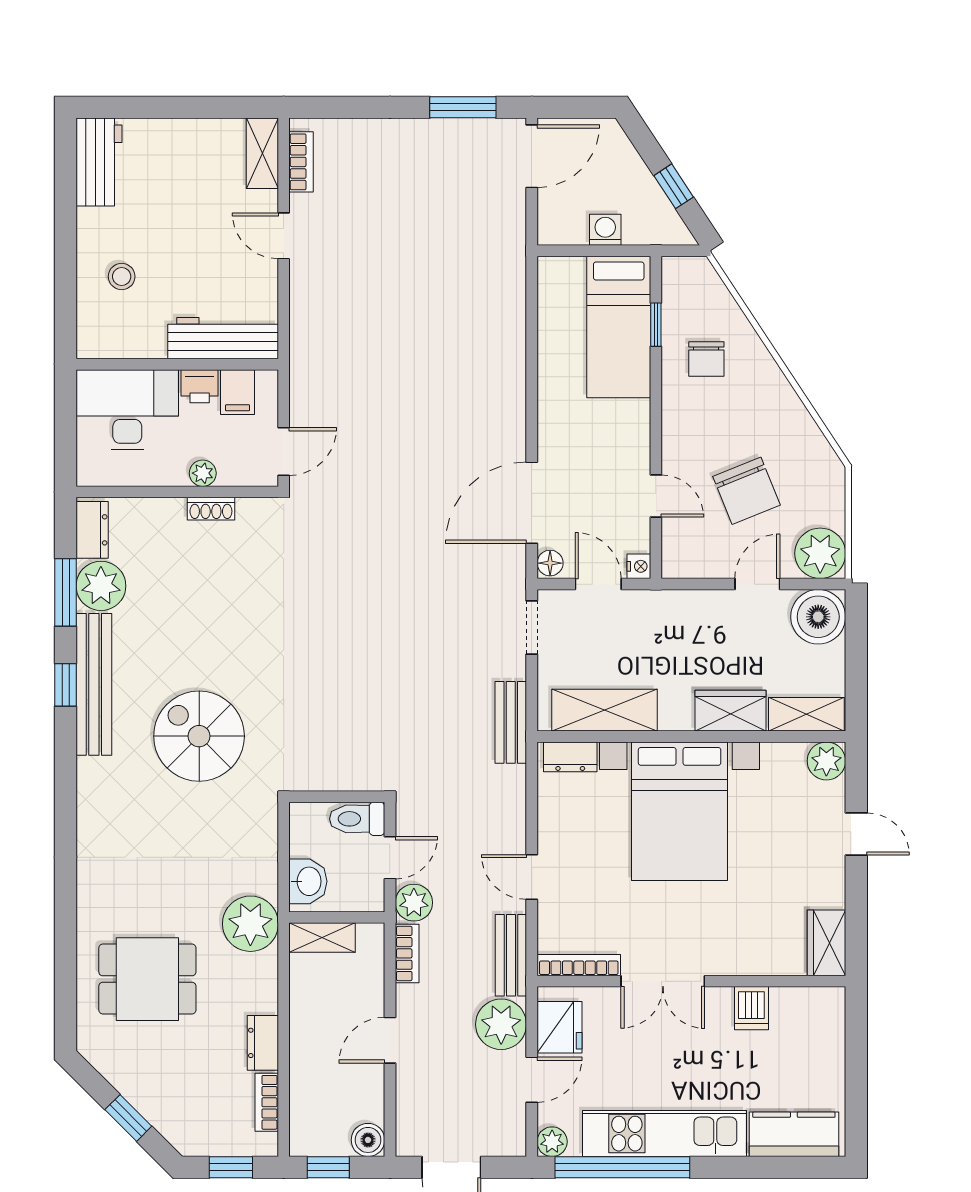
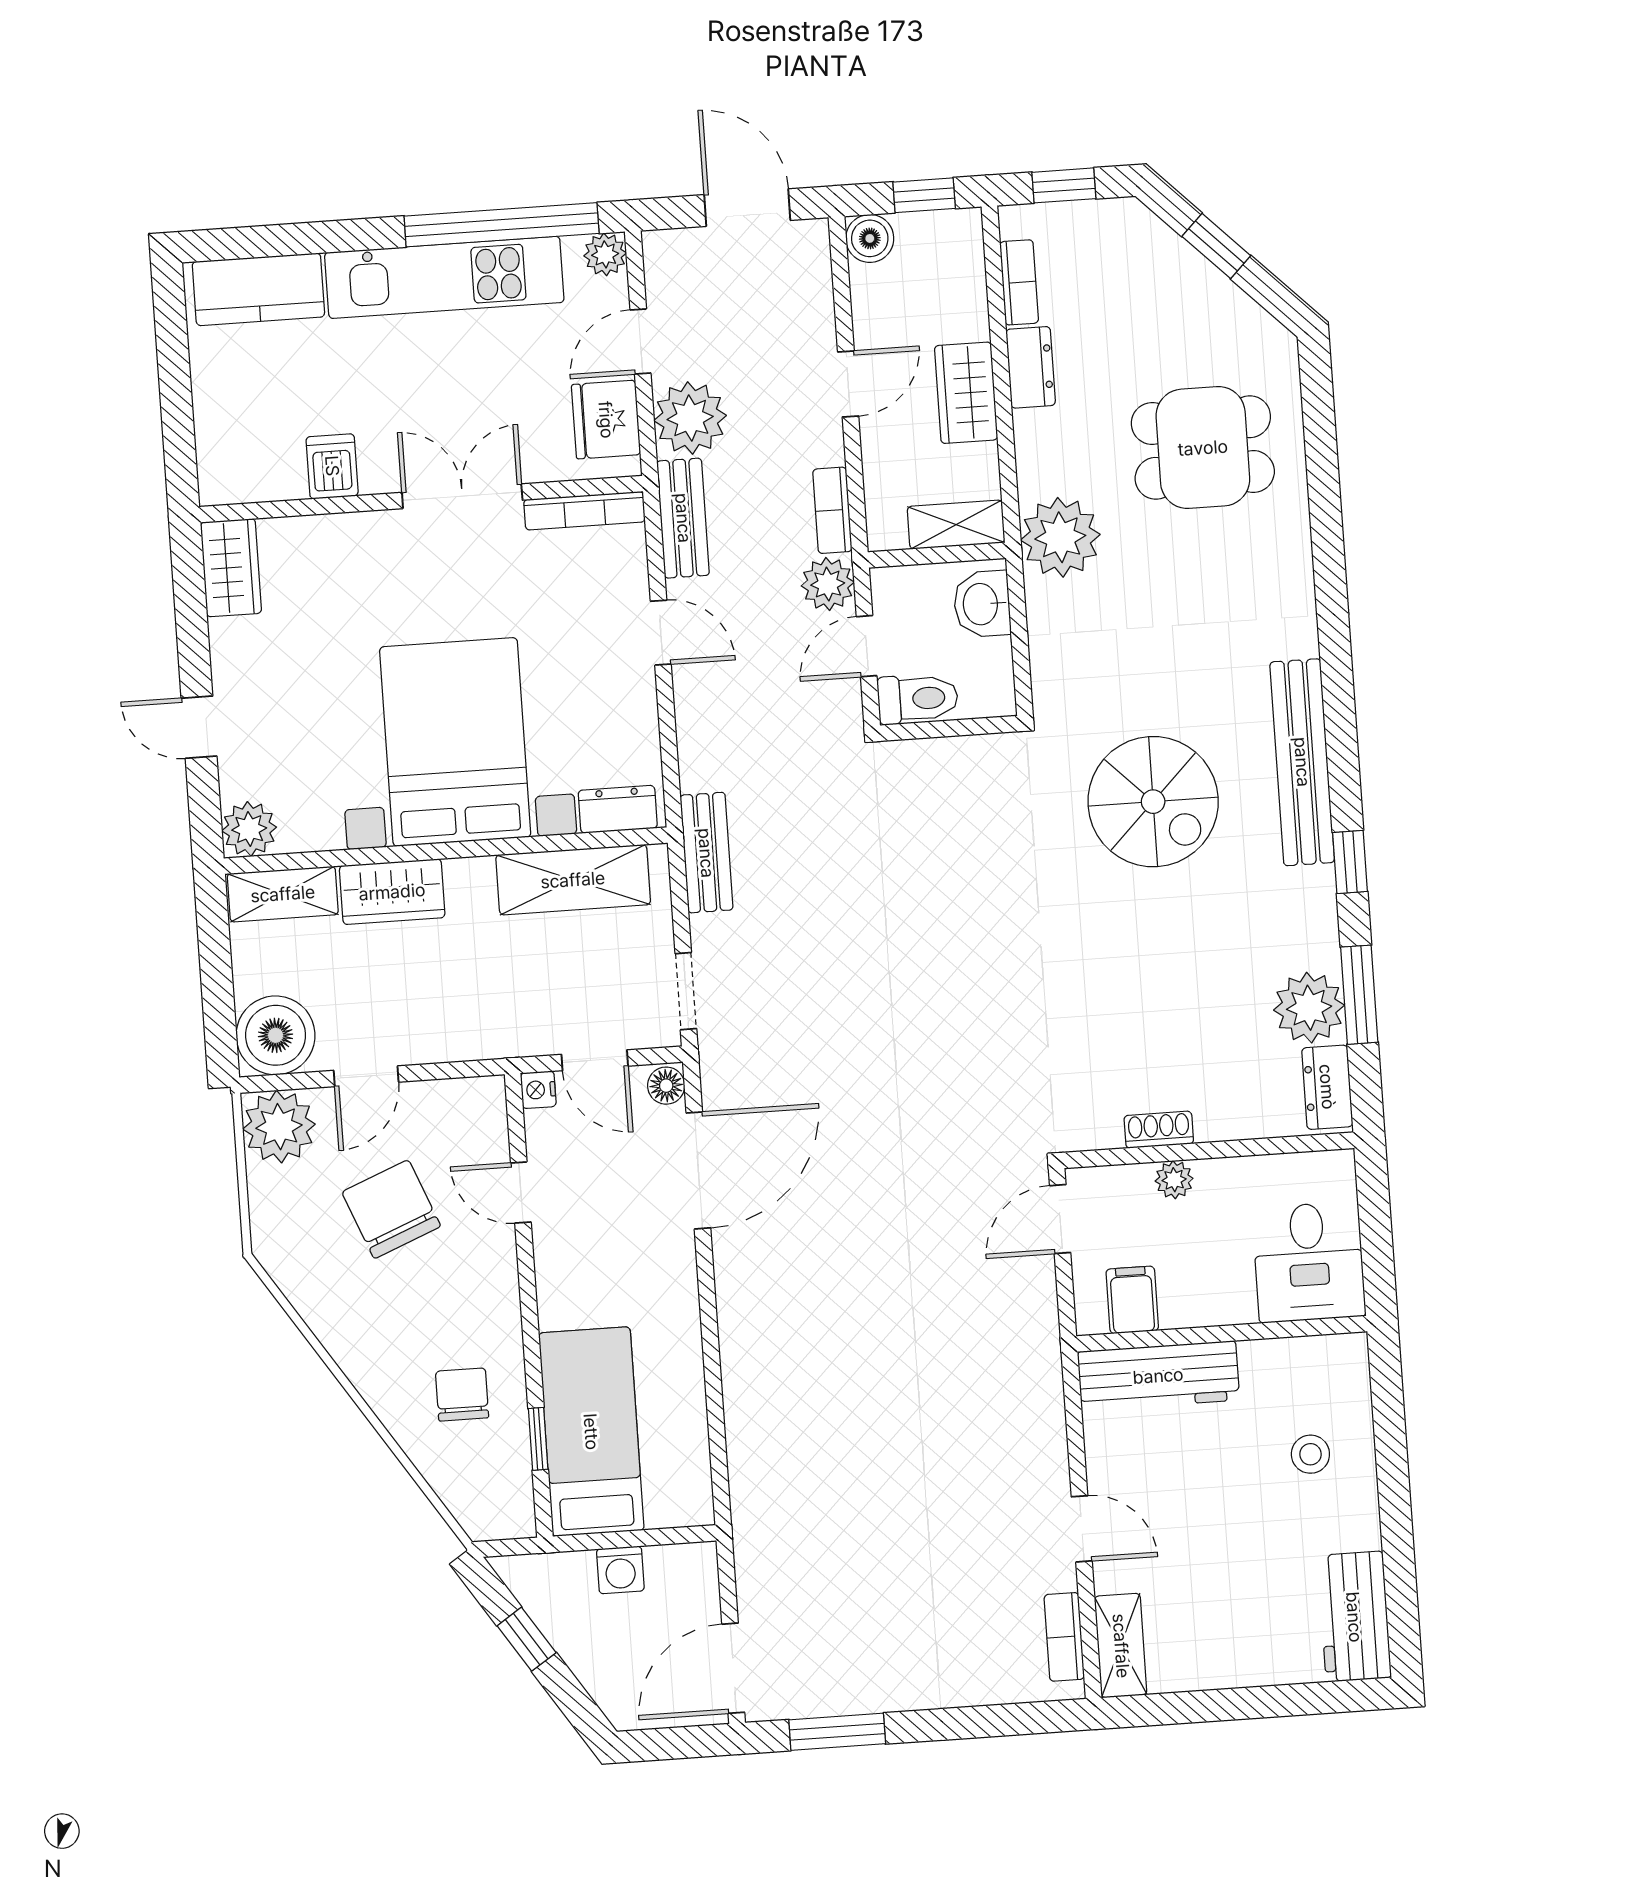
printer: (200, 386) -> (1187, 1304), removed
desk: (127, 410) -> (1309, 1262), width x0.73
bench: (94, 684) -> (1302, 762), moved
wardrobe: (309, 1028) -> (966, 393), added

